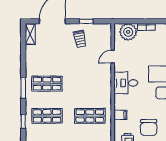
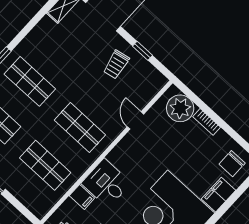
door: (113, 57) -> (135, 120), hinge flipped
desk: (126, 83) -> (106, 183), moved
shop shelf: (90, 84) -> (80, 128), added

